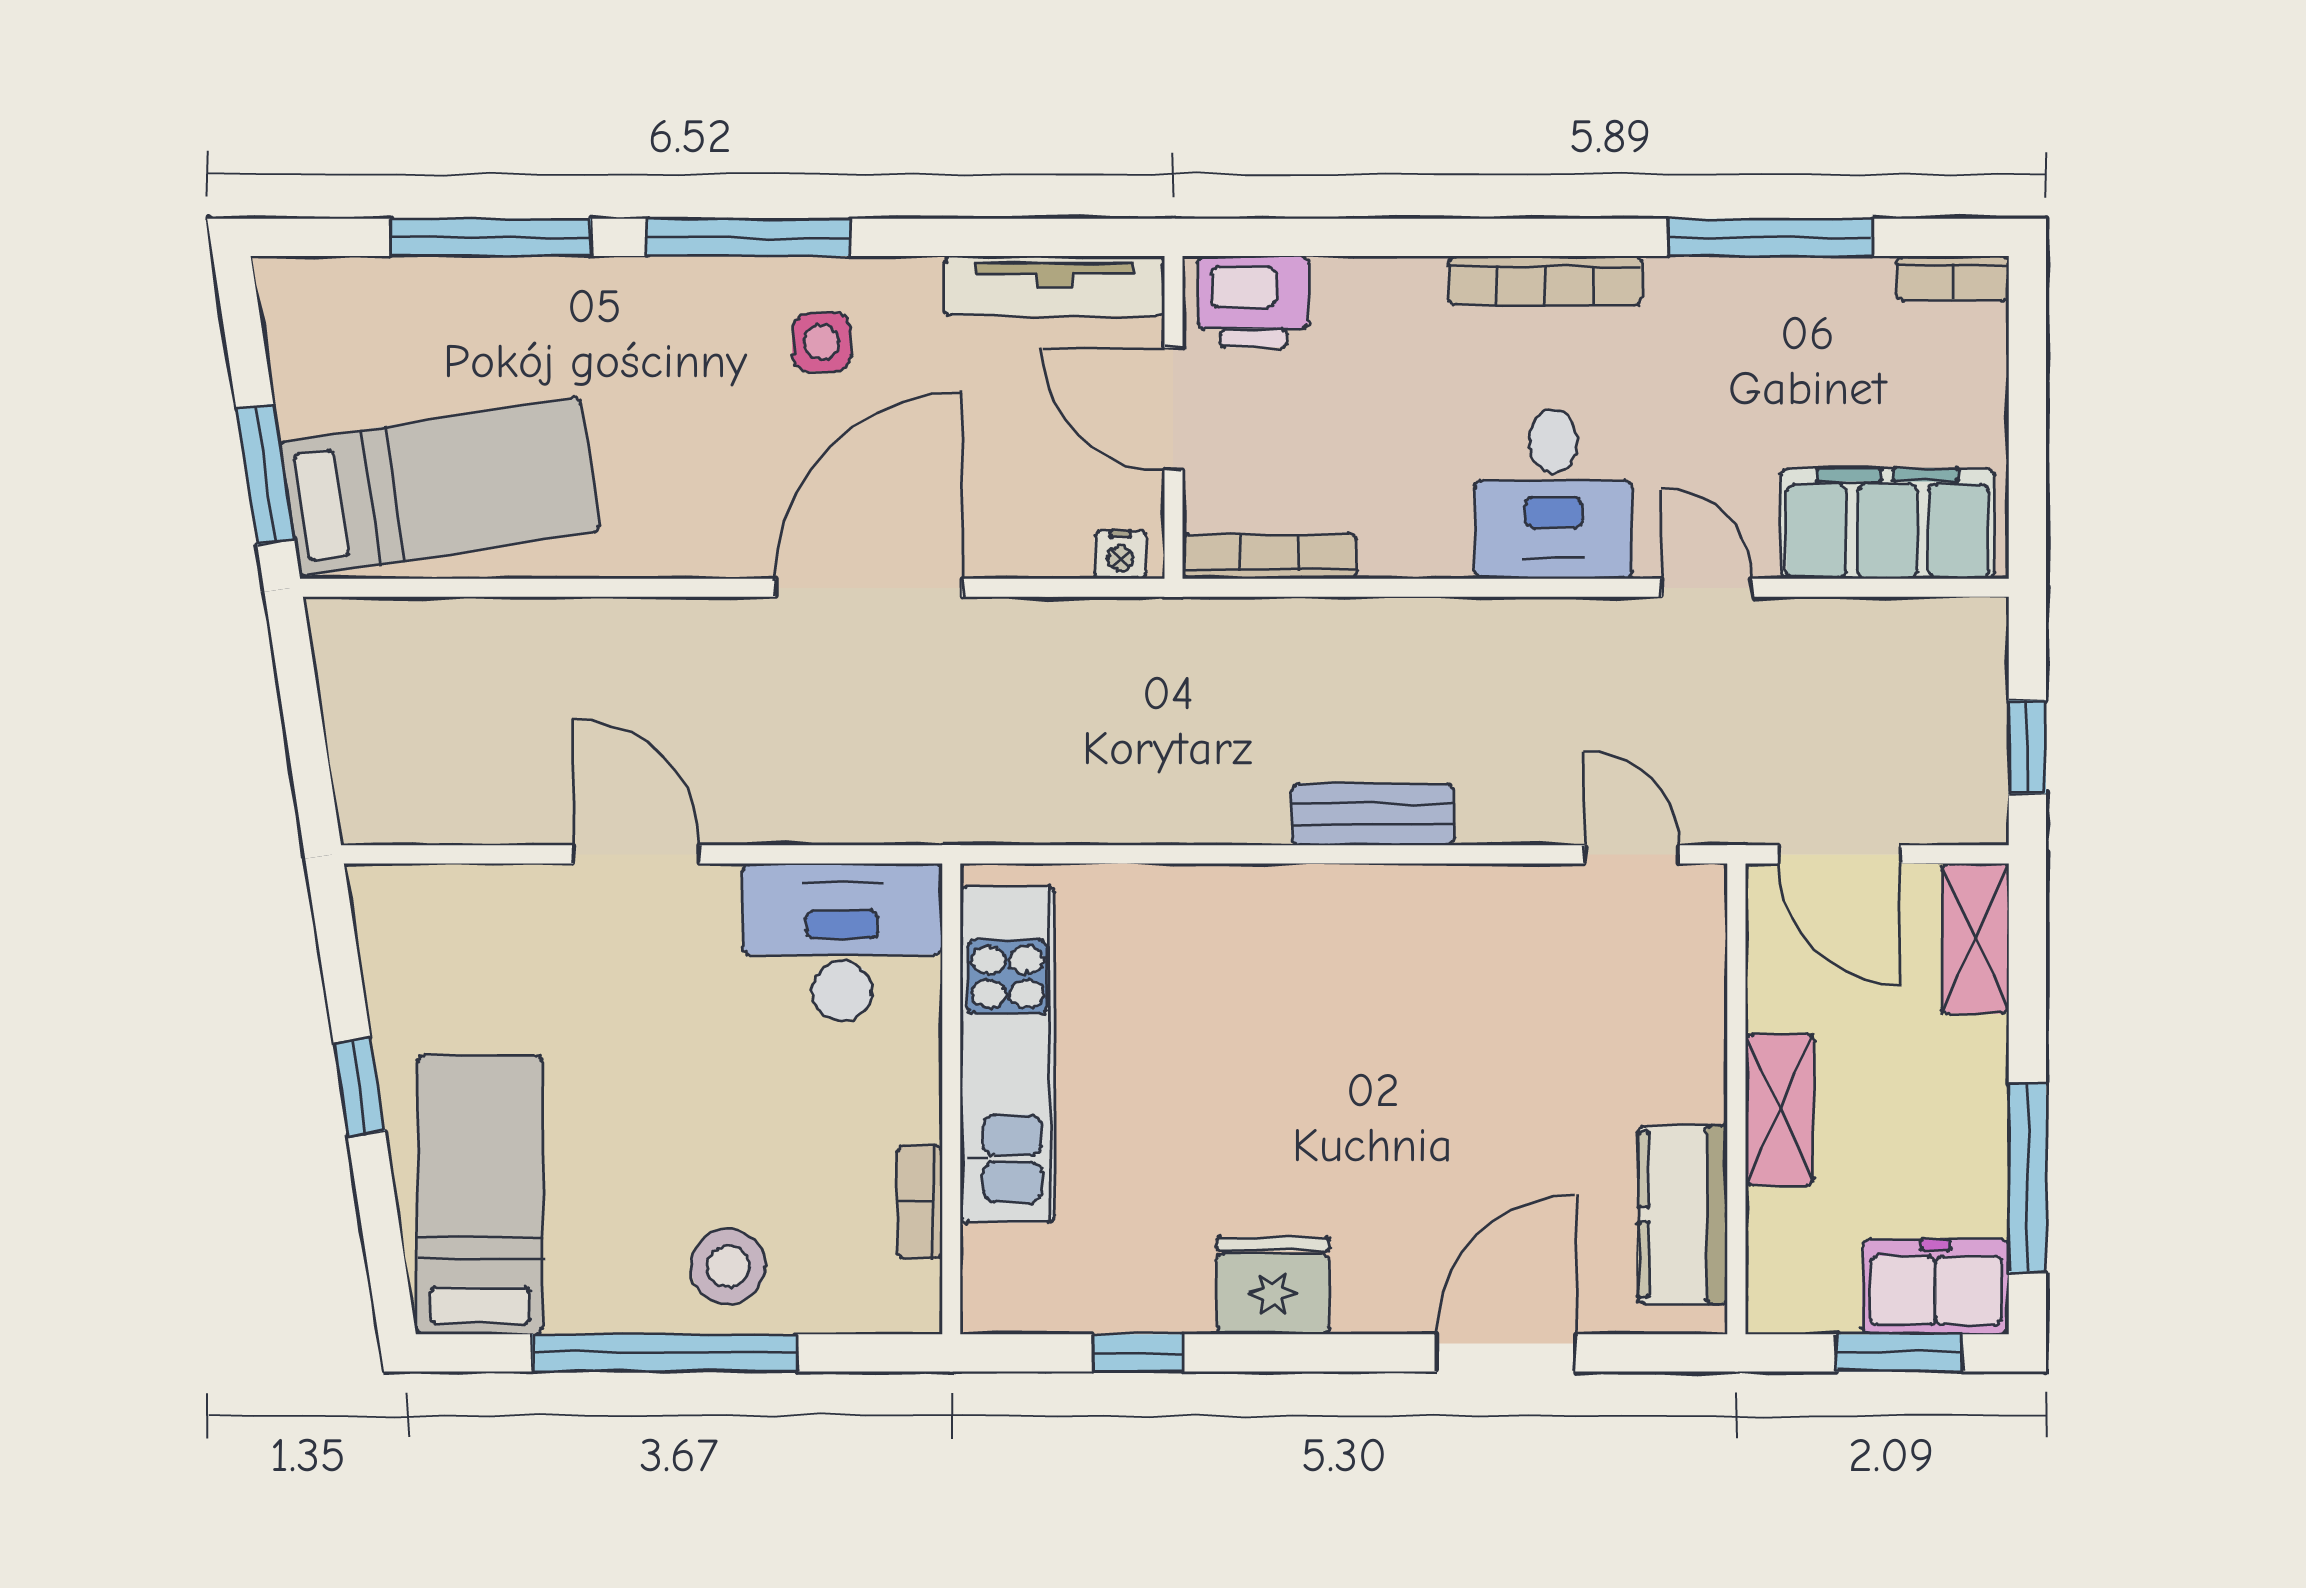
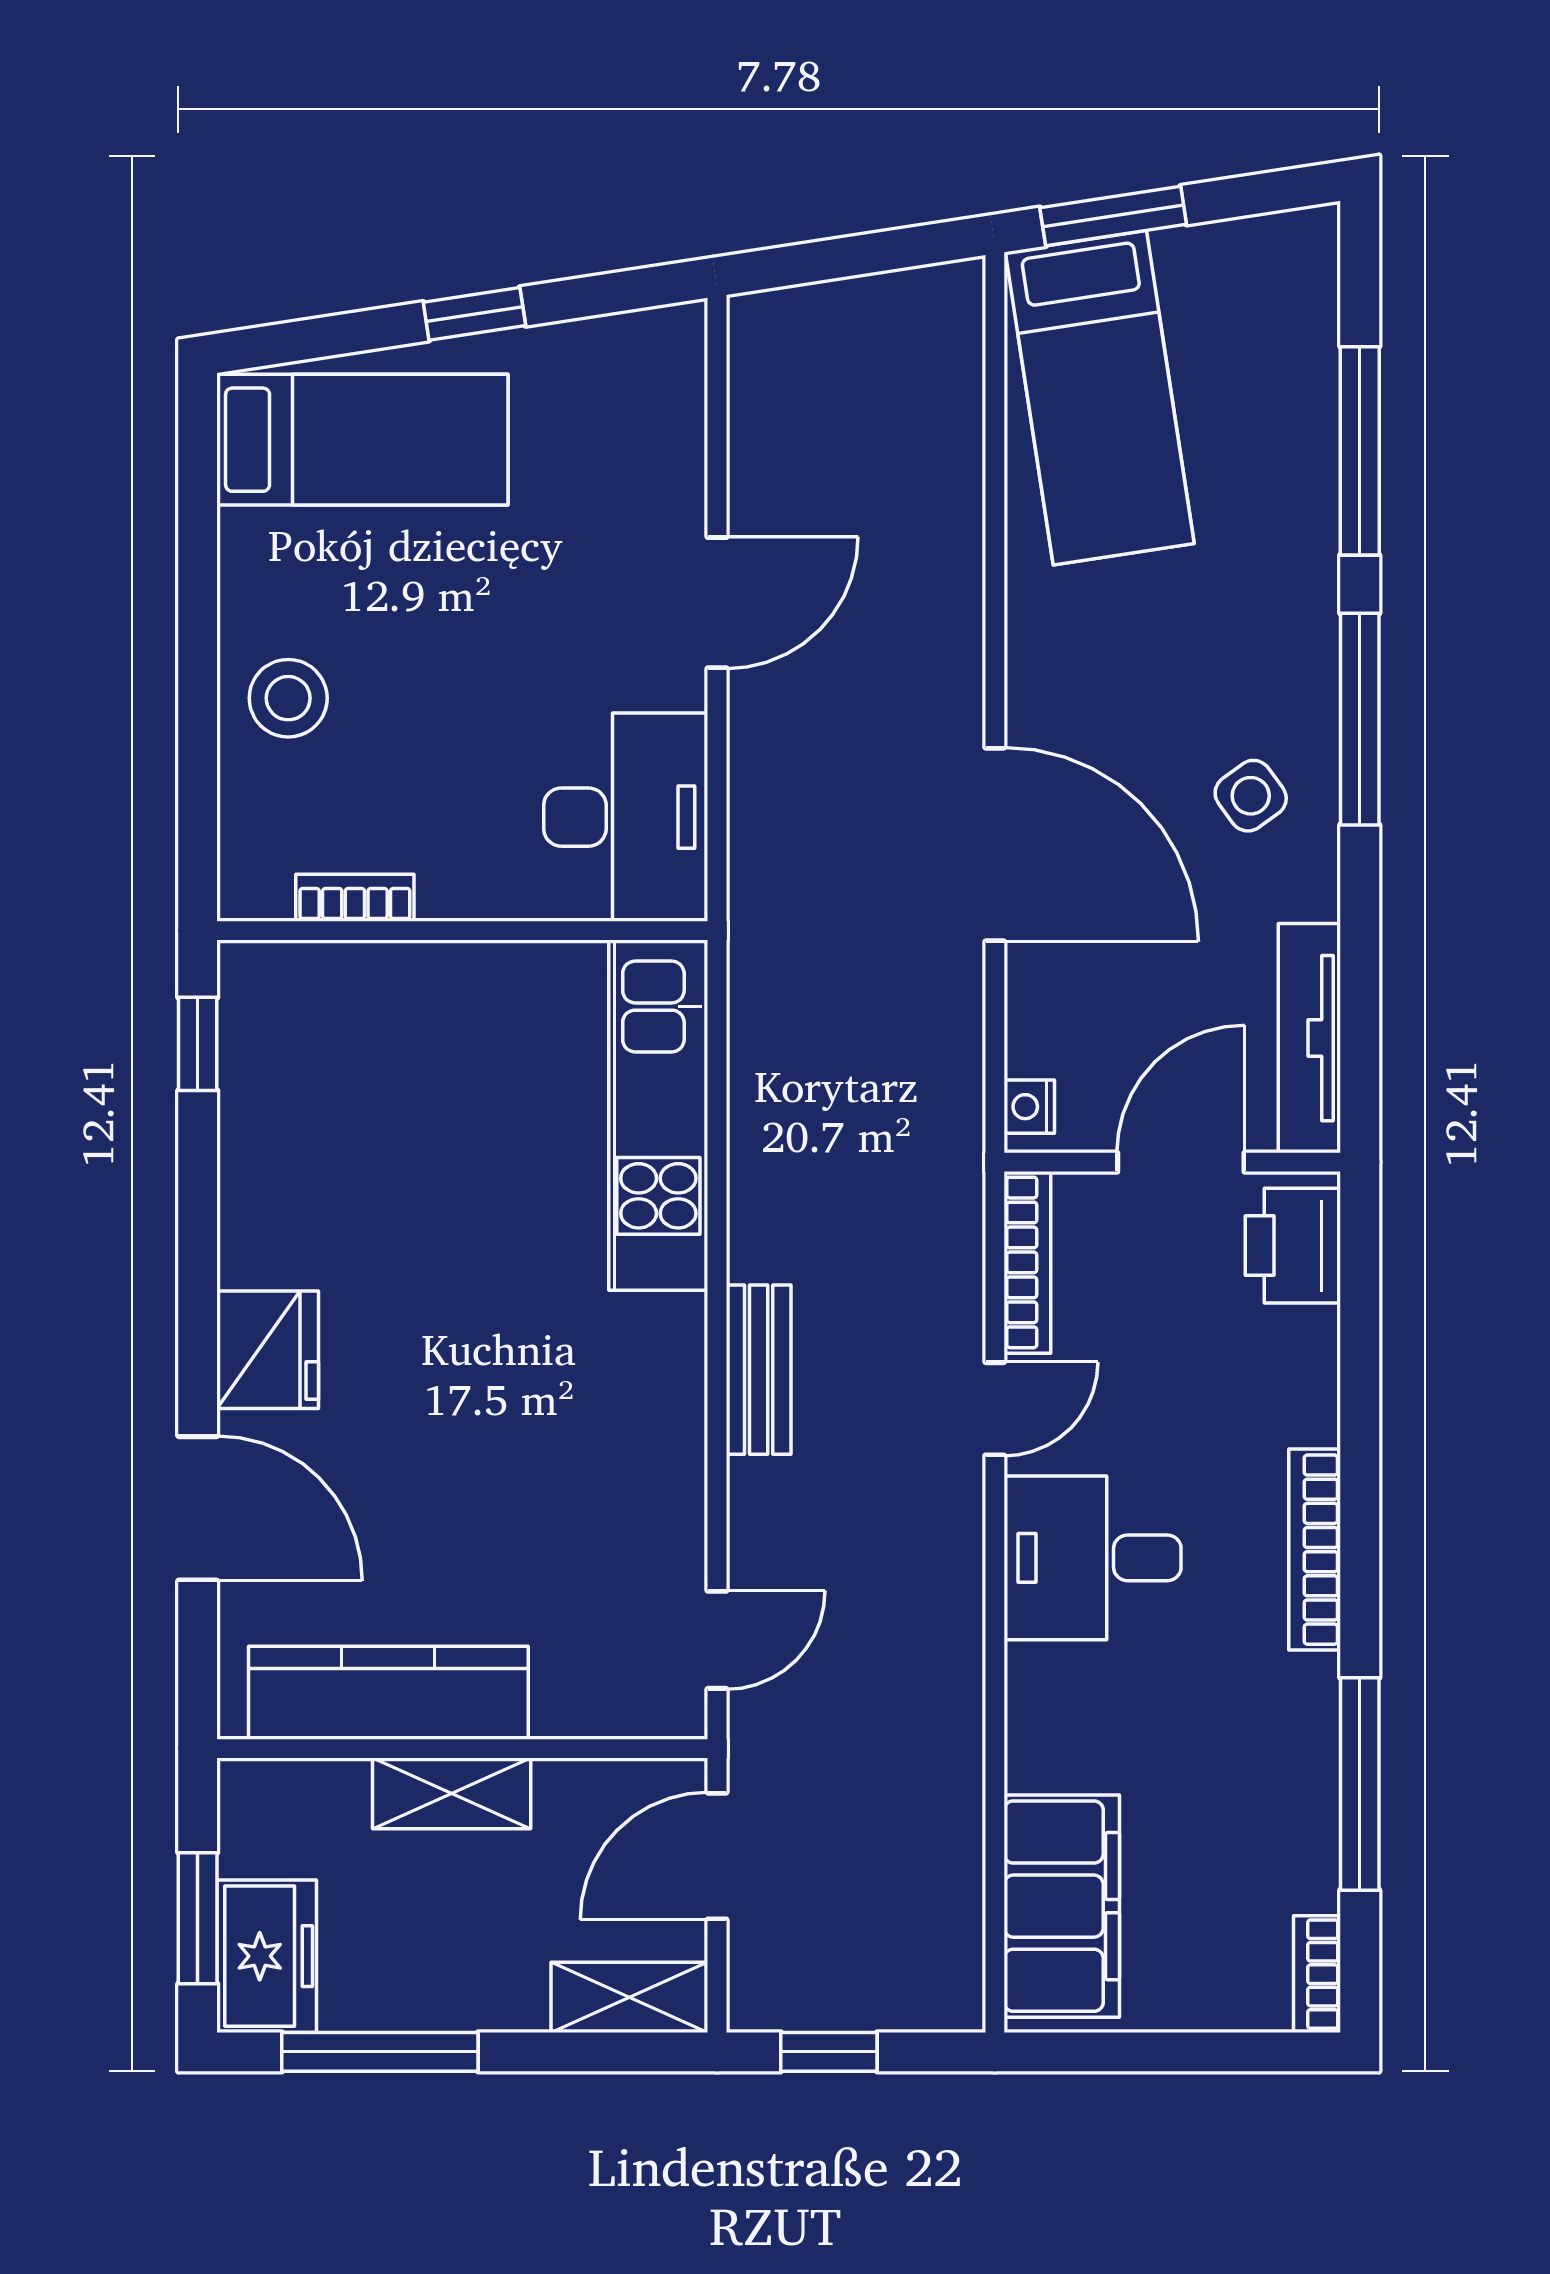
side table: (822, 342) -> (1251, 796), turned -36
door: (1707, 588) -> (995, 1409), moved
kitchen unit: (1008, 1054) -> (658, 1115), moved, turned 90
kitchen counter: (1683, 1215) -> (388, 1693), width x1.50
fridge: (1273, 1286) -> (268, 1350), moved
window: (665, 1353) -> (198, 632), removed
window: (1138, 1353) -> (198, 1044), moved

